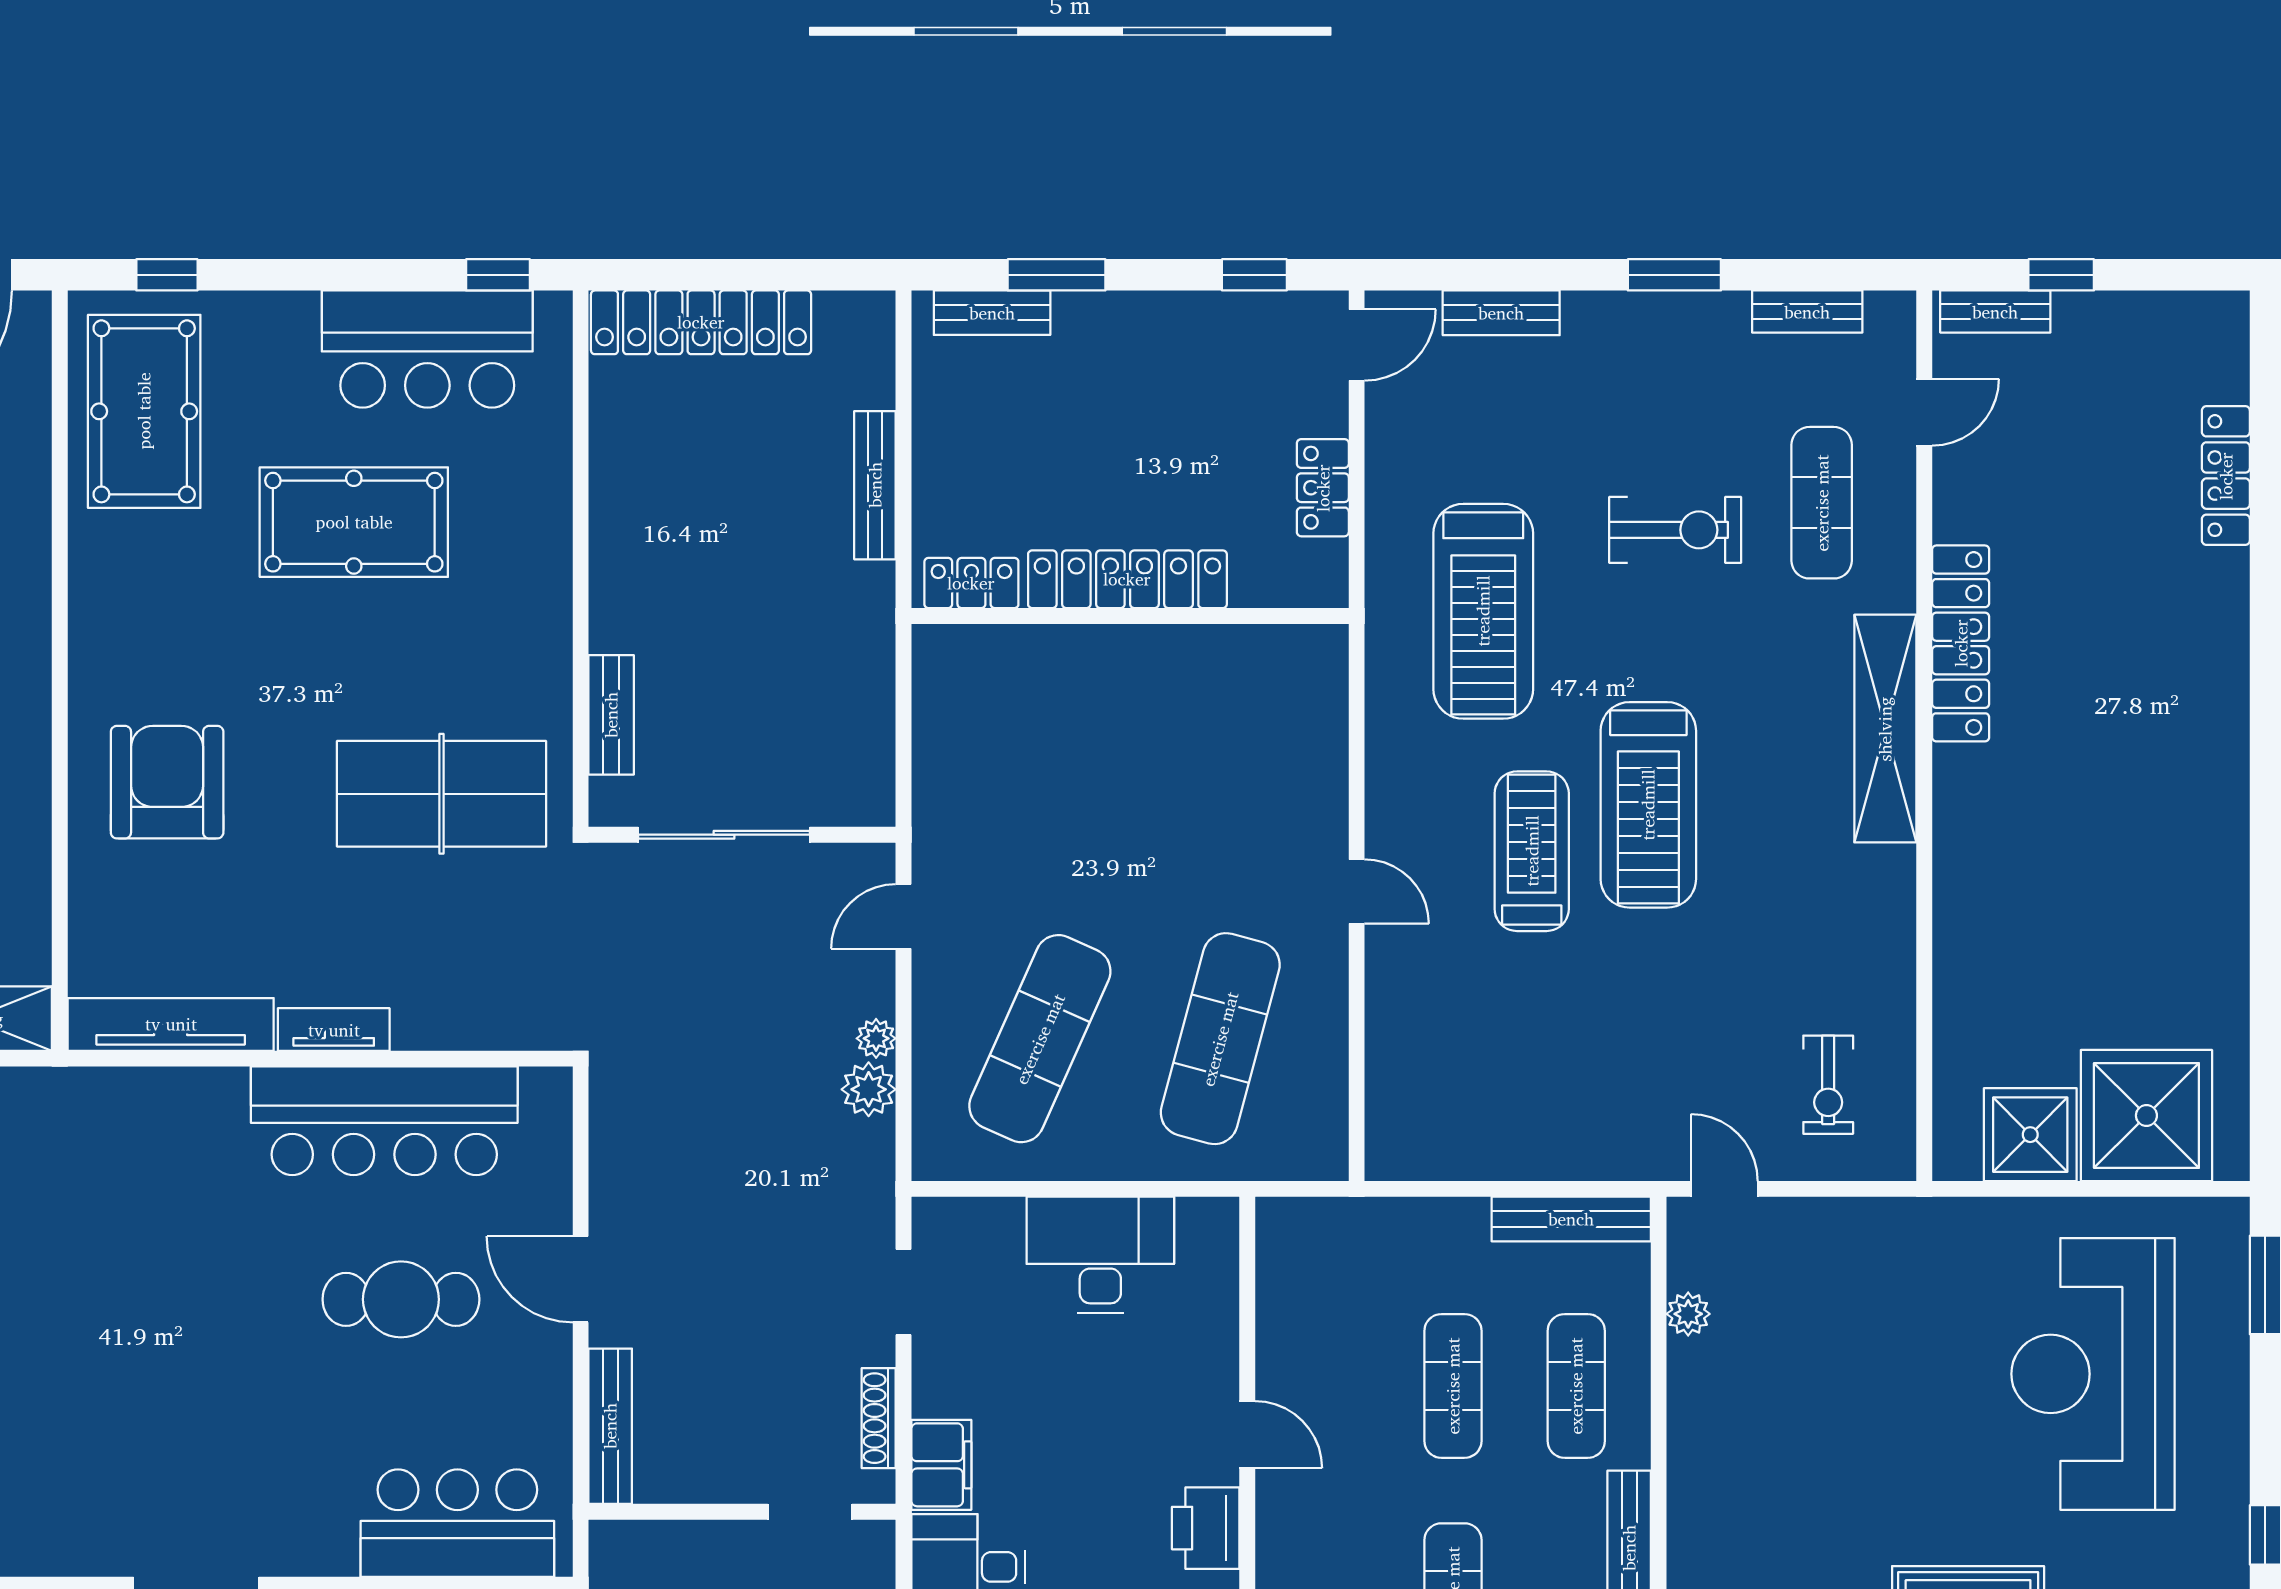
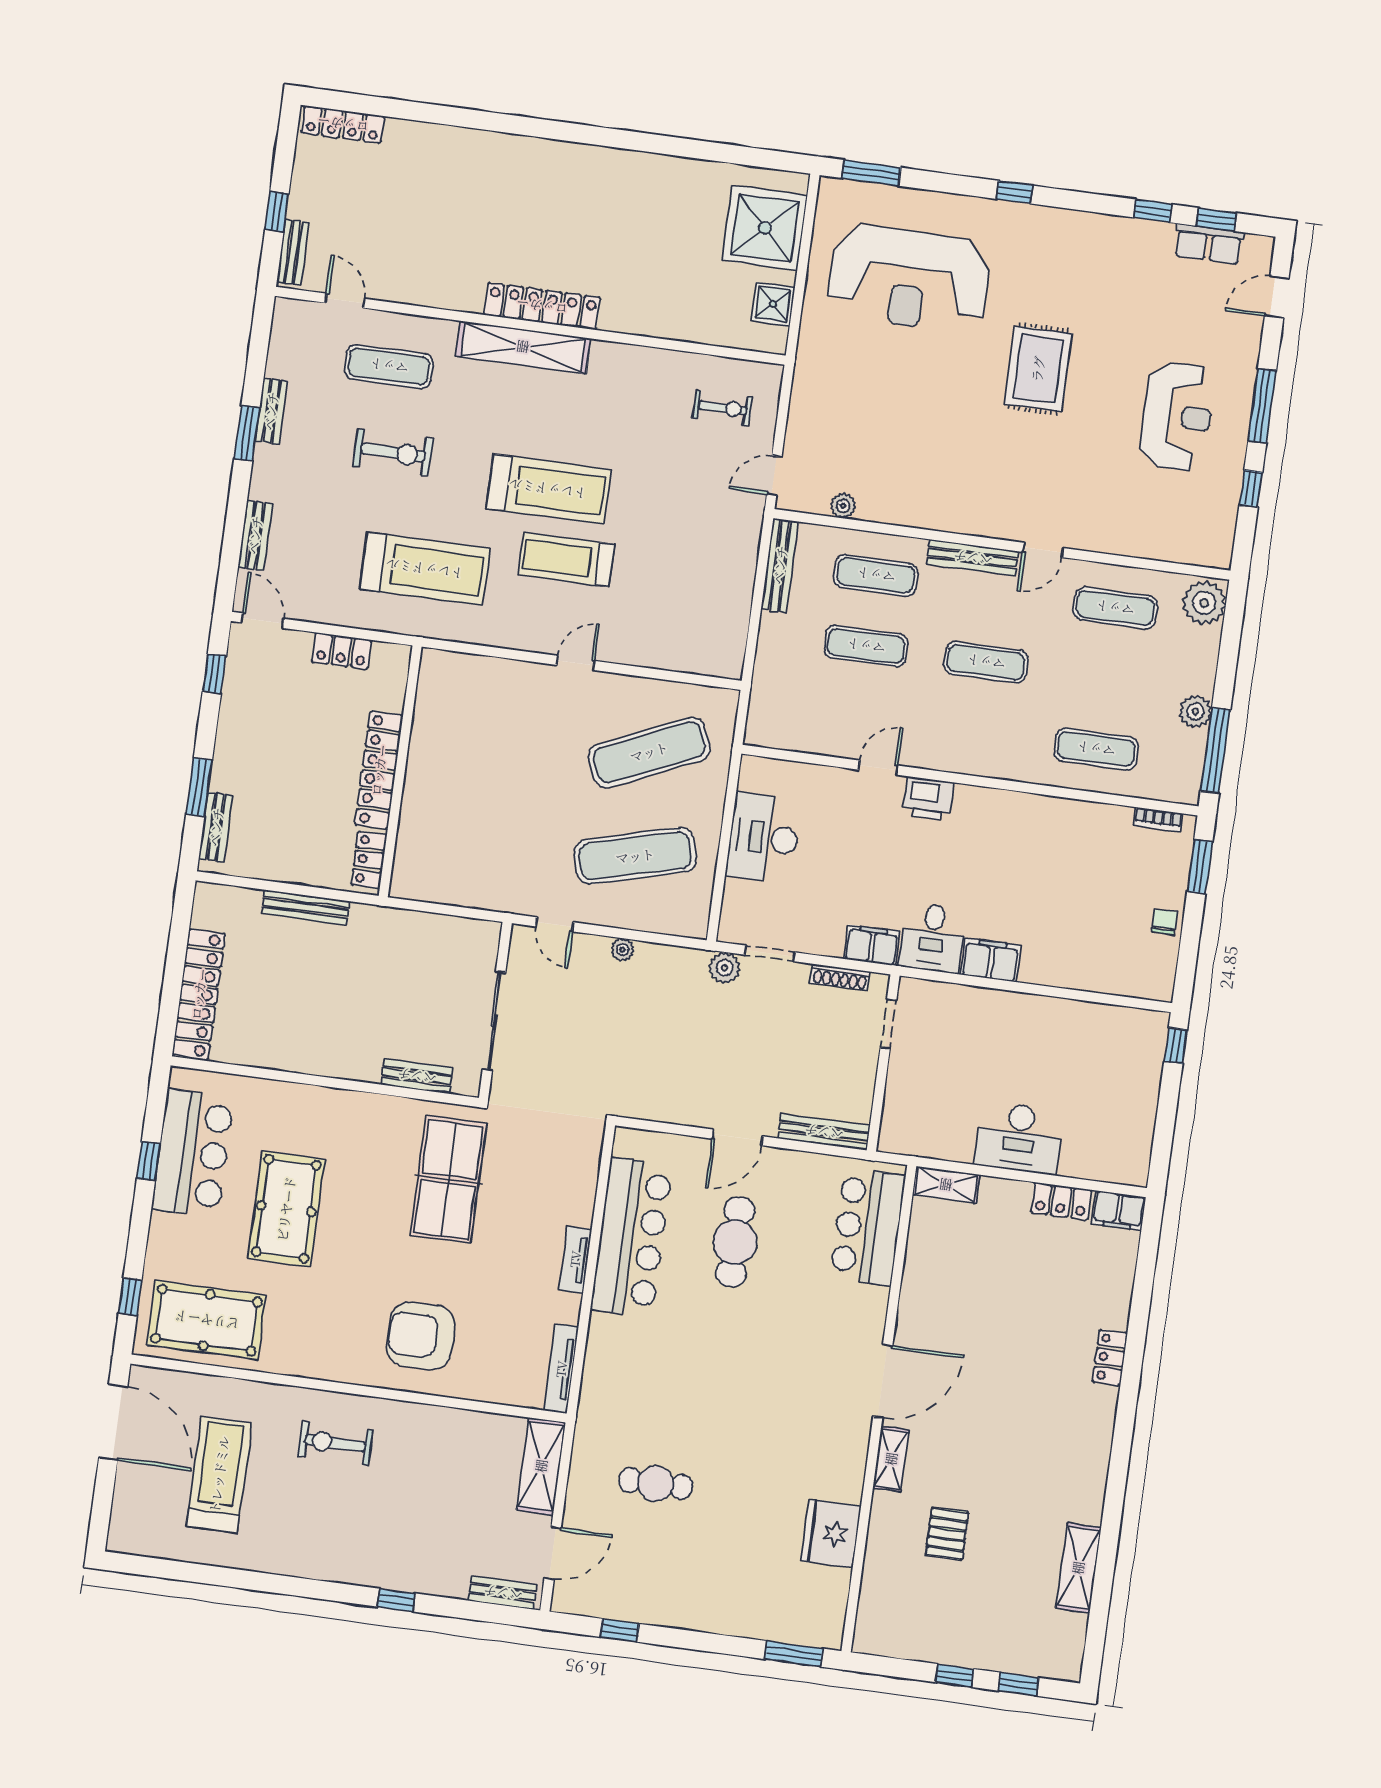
window: (498, 275) -> (148, 1161), moved
bench: (1807, 312) -> (271, 411), moved
locker: (2226, 476) -> (343, 124), moved
exercise bike: (1675, 530) -> (393, 452), turned 90
locker: (1961, 643) -> (542, 306), moved
tv unit: (171, 1024) -> (561, 1369), width x0.73, depth x0.78
exercise mat: (1040, 1039) -> (635, 856), turned -39
exercise mat: (1220, 1039) -> (649, 752), turned -39
plant: (869, 1089) -> (725, 968), moved
shower: (2030, 1135) -> (773, 304), width x0.73, depth x0.73

